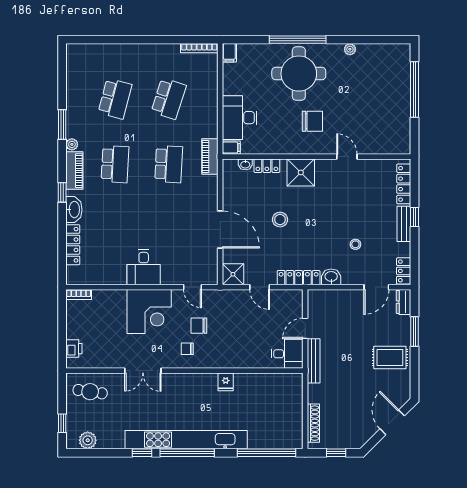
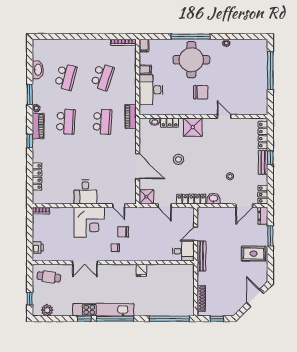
filing cabinet: (231, 148) -> (145, 69), moved
washbasin: (74, 210) -> (38, 70), moved
kitchen unit: (186, 440) -> (103, 310), width x0.73

